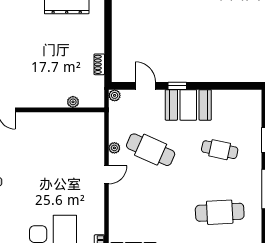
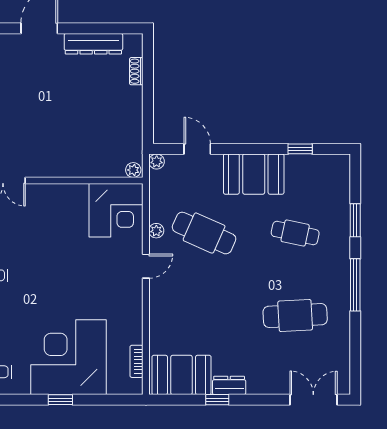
shoe rack: (99, 64) -> (136, 71), moved
window: (177, 86) -> (300, 149), moved
plant: (73, 102) -> (133, 170), moved
corner desk: (84, 132) -> (116, 210), added

